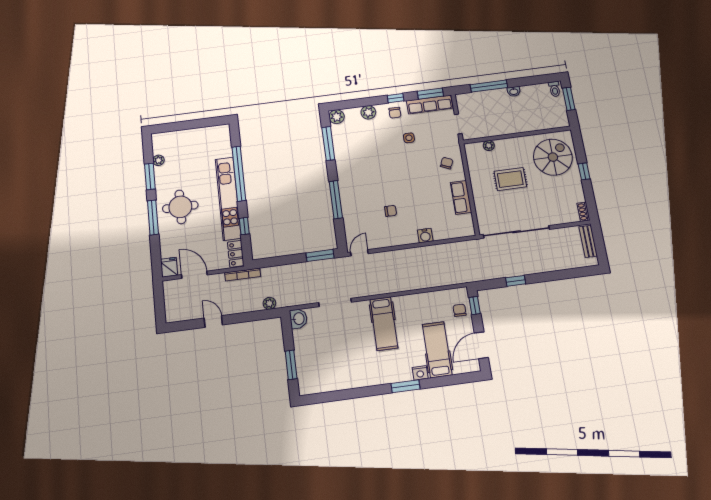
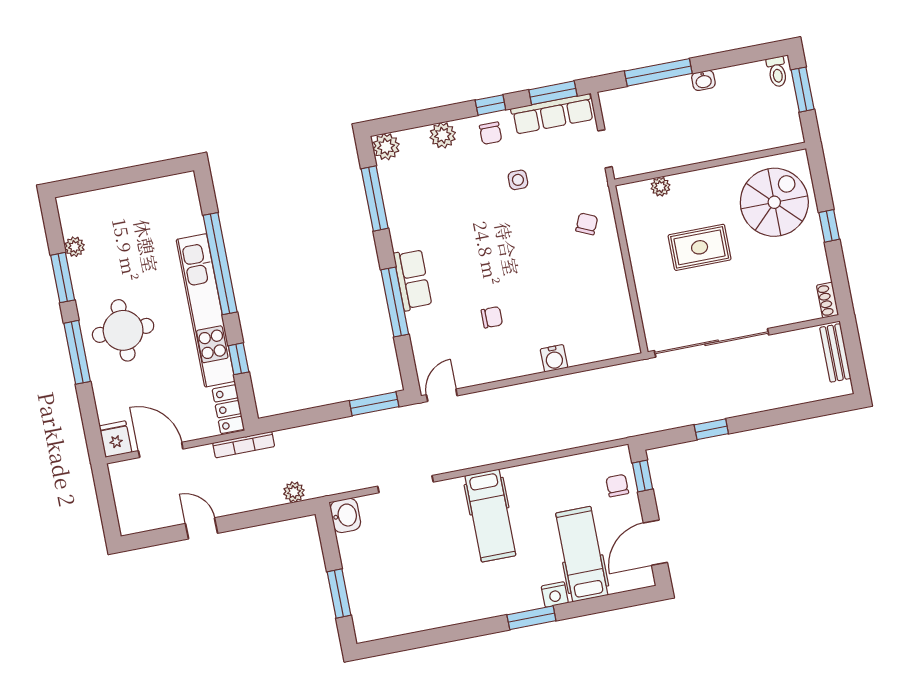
row of seats: (461, 197) -> (413, 280), moved, turned 180

